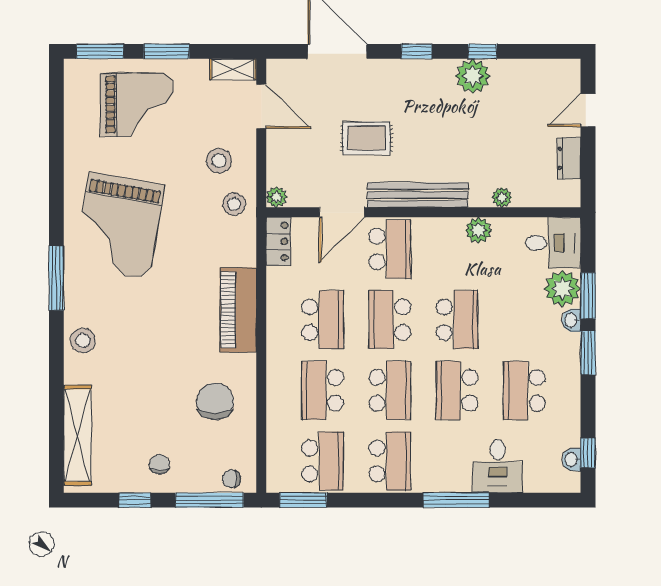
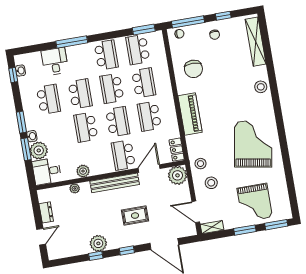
grand piano: (137, 104) -> (255, 203), turned -90
rug: (367, 138) -> (135, 216), moved
plant: (277, 197) -> (177, 175), width x1.87, depth x1.87
window: (56, 278) -> (278, 114), removed
school desk: (390, 461) -> (106, 55), turned 180

